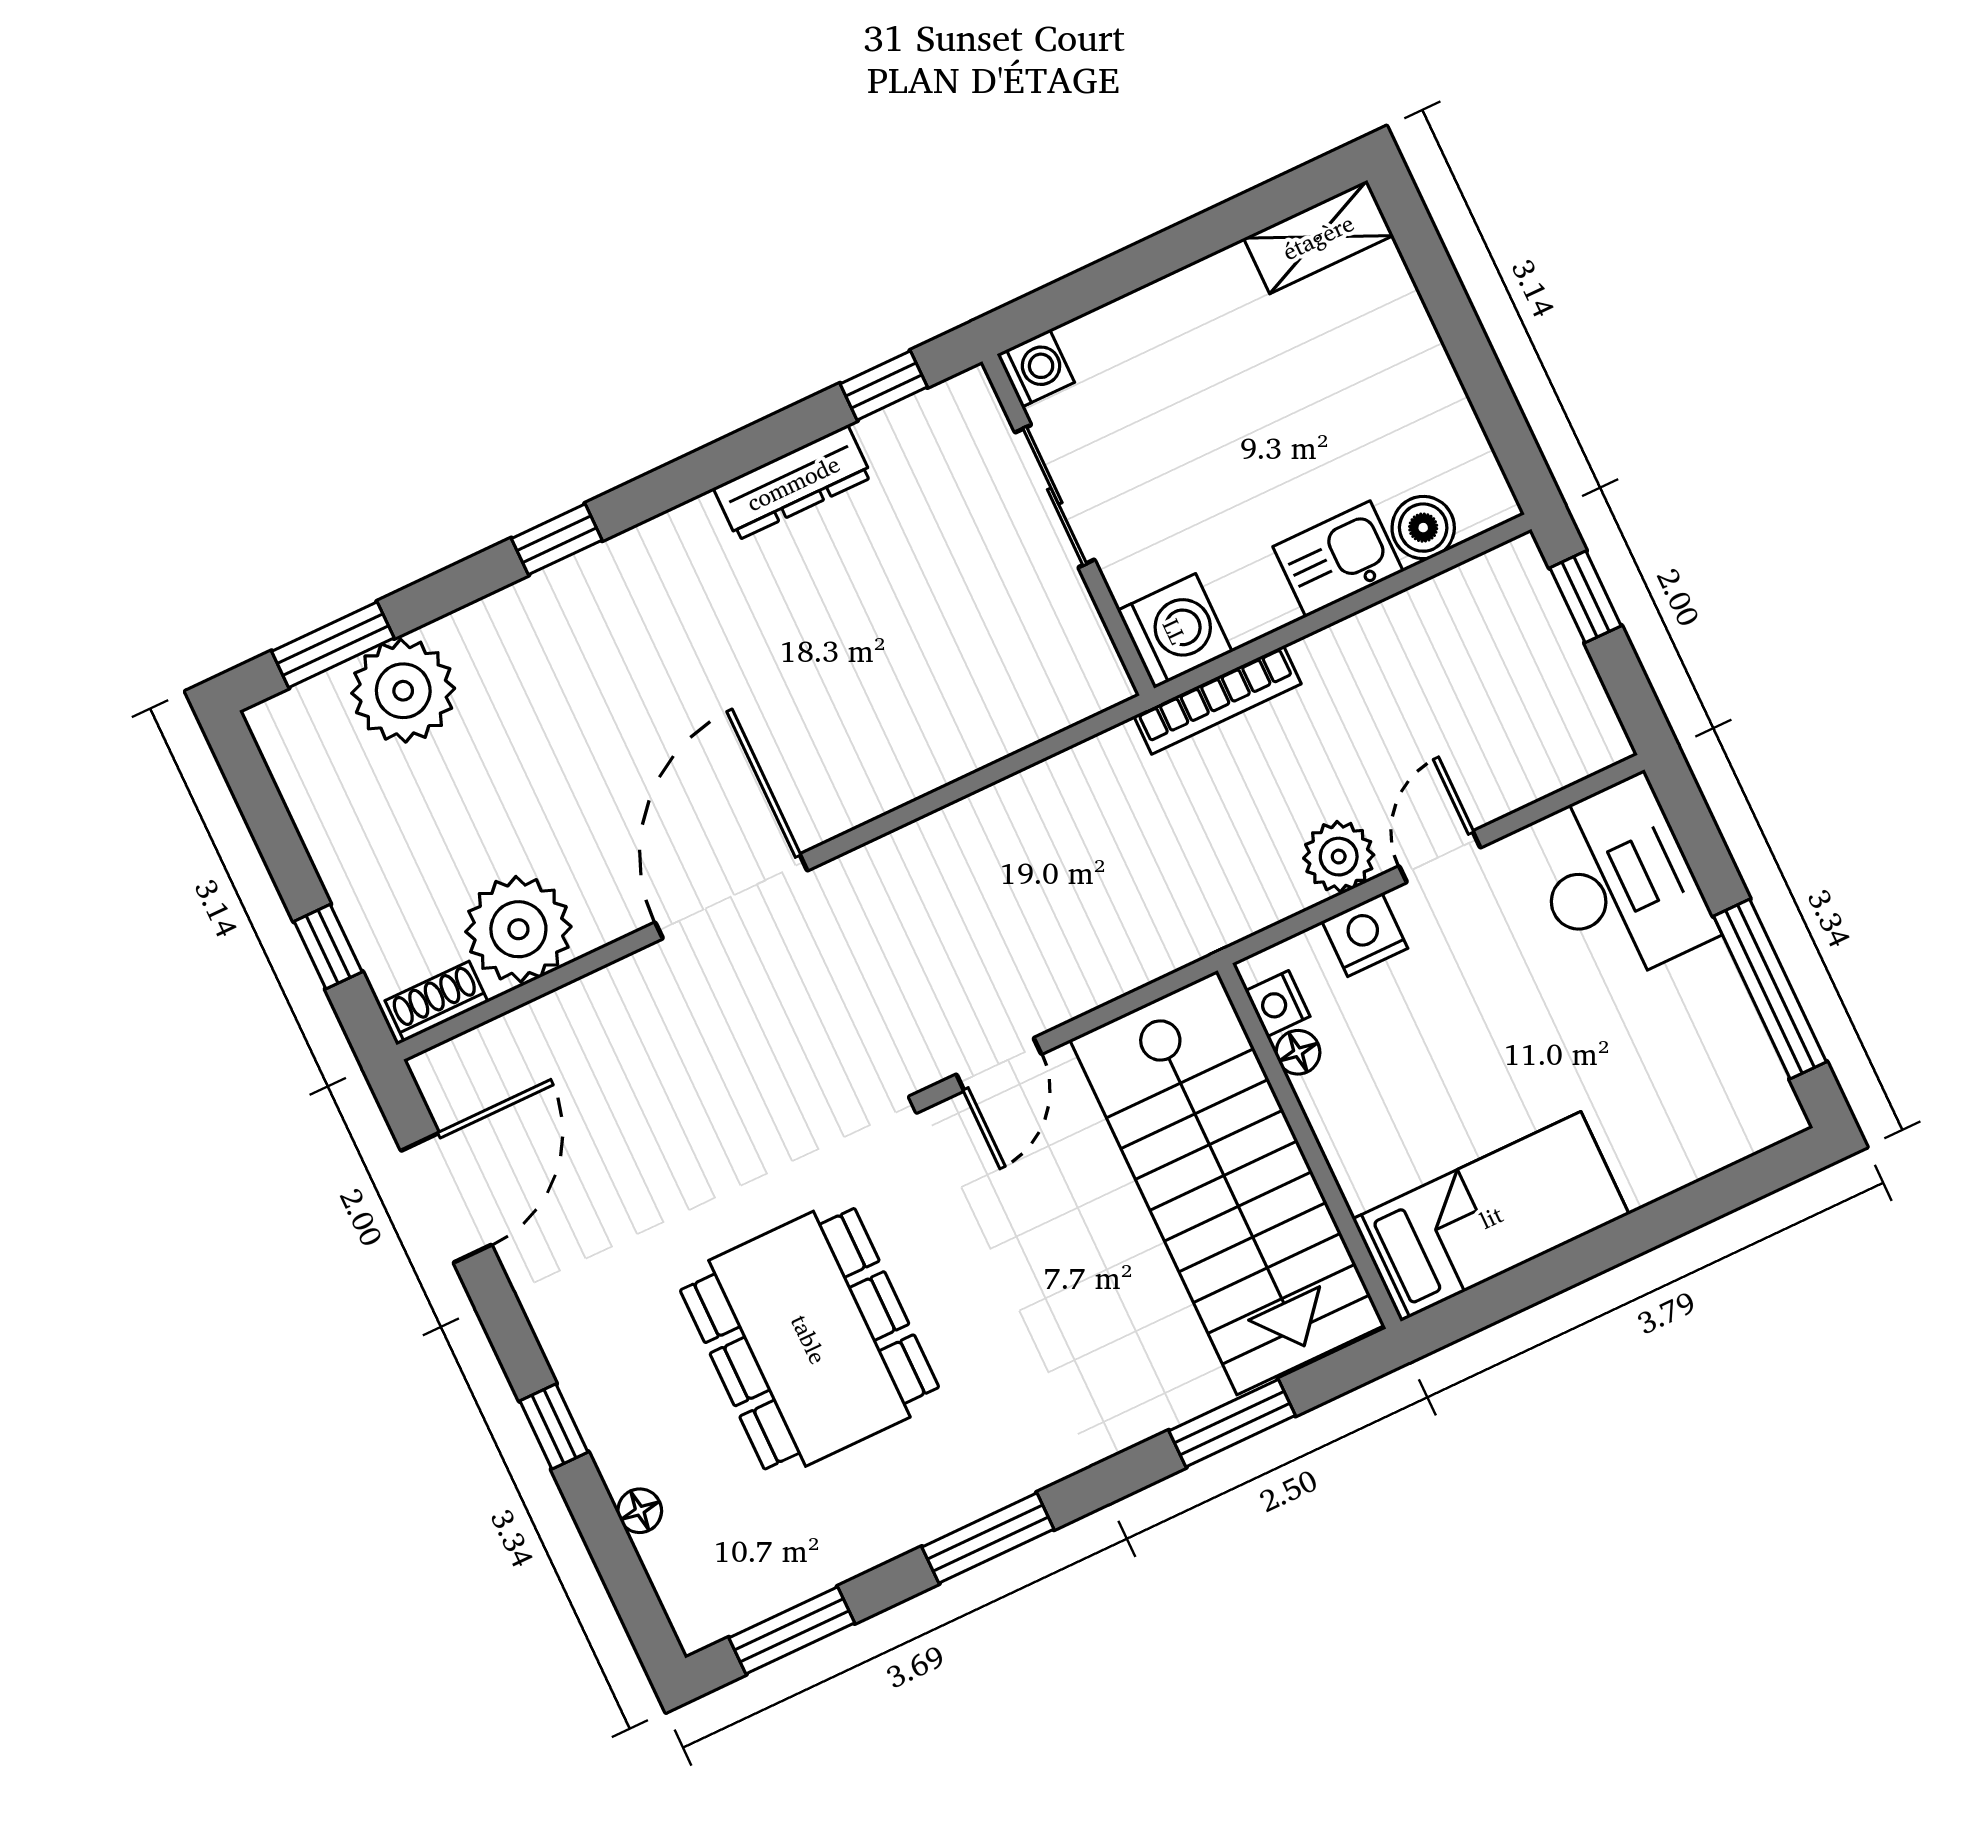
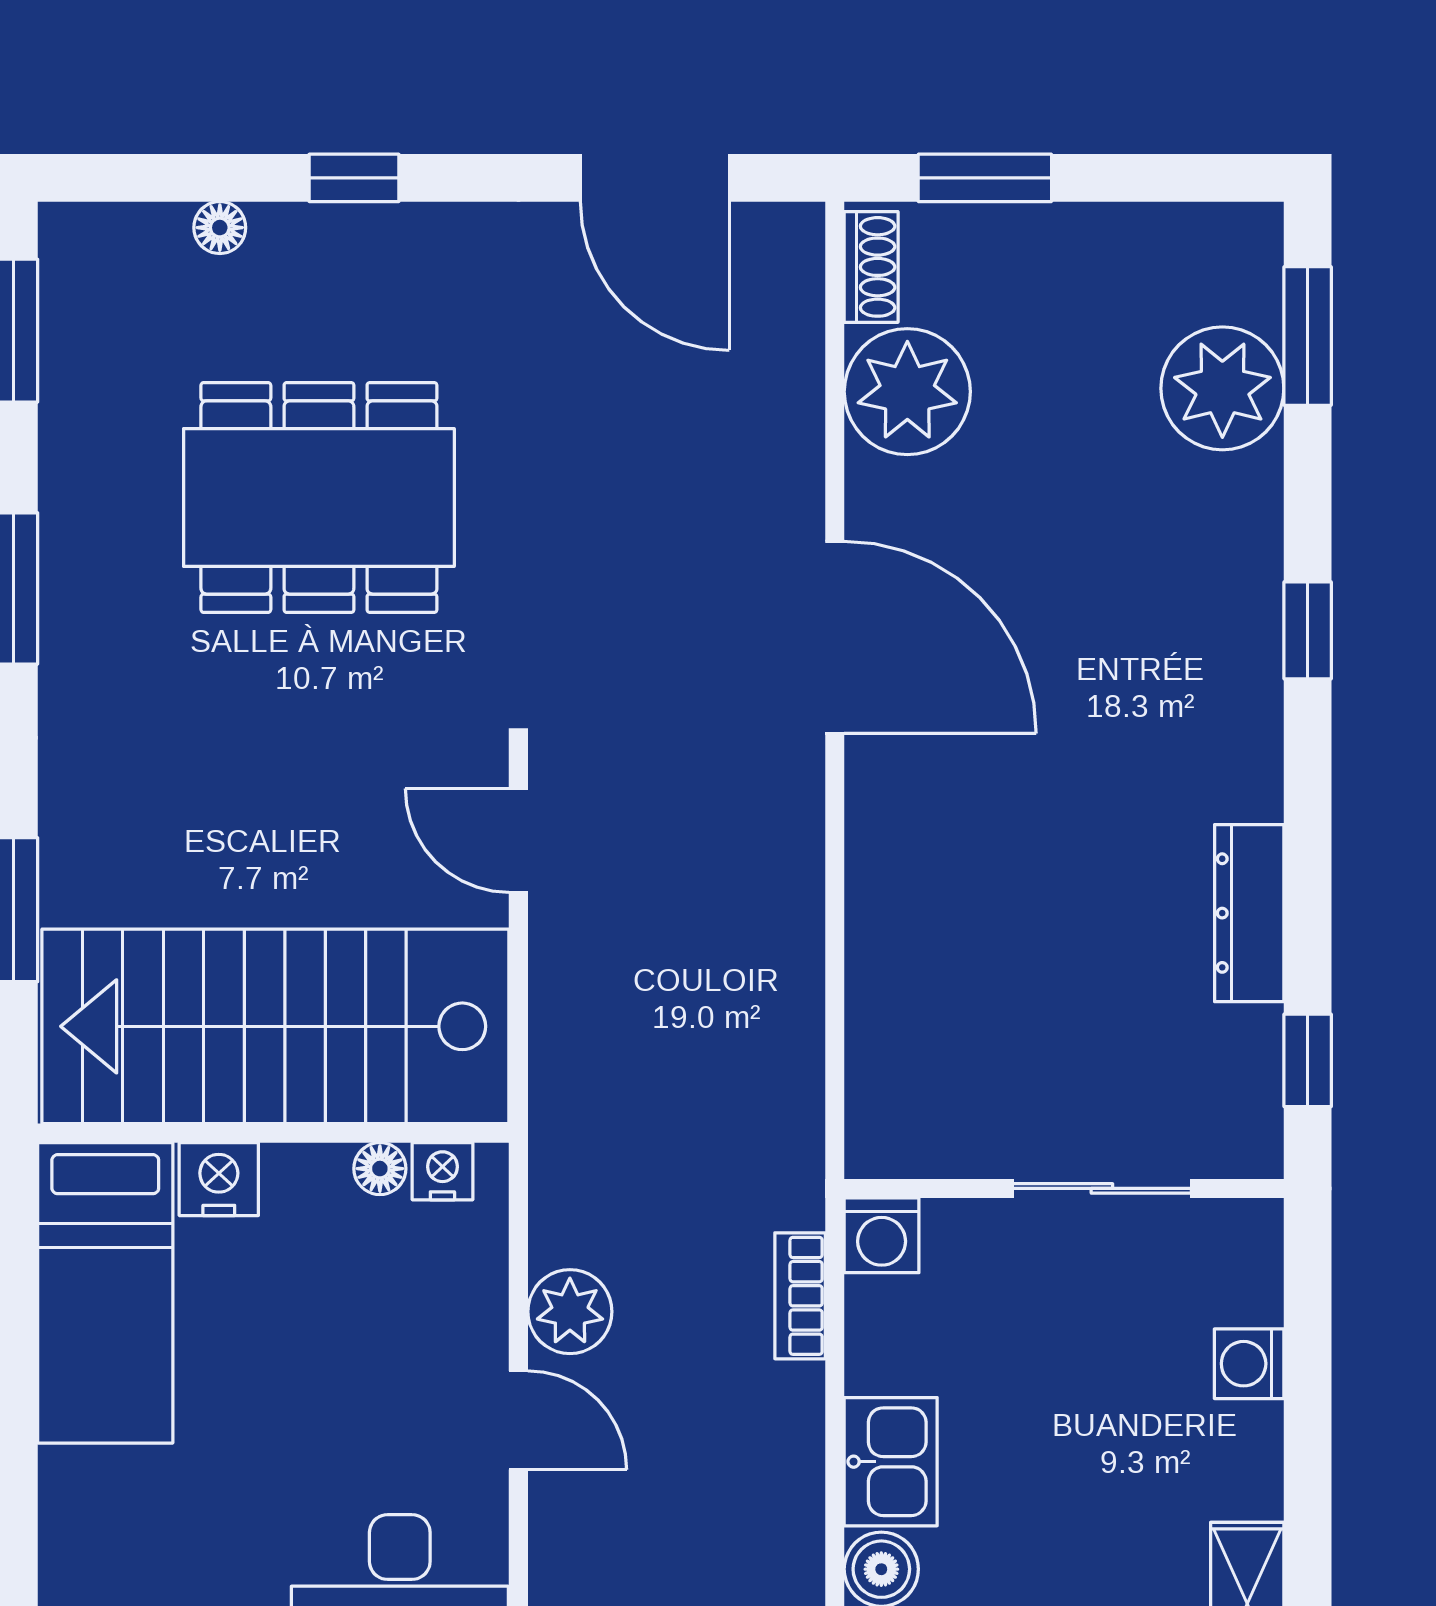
washing machine: (1036, 368) -> (1249, 1364), moved, turned 90
washing machine: (1175, 631) -> (882, 1235), width x0.73, depth x0.73
bookcase: (1217, 700) -> (800, 1296), width x0.64
nightstand: (1365, 935) -> (219, 1179), moved, turned -90
window: (328, 947) -> (985, 178), width x1.50

